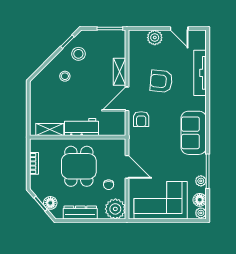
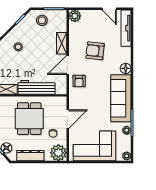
plant: (155, 38) -> (75, 16), moved
stool: (78, 54) -> (42, 20), moved
tv unit: (200, 73) -> (126, 28), moved
workbench: (81, 127) -> (36, 87), width x1.38
sofa: (194, 133) -> (121, 98), width x1.36
door: (127, 167) -> (68, 119), hinge flipped
floor lamp: (200, 200) -> (126, 68), moved

